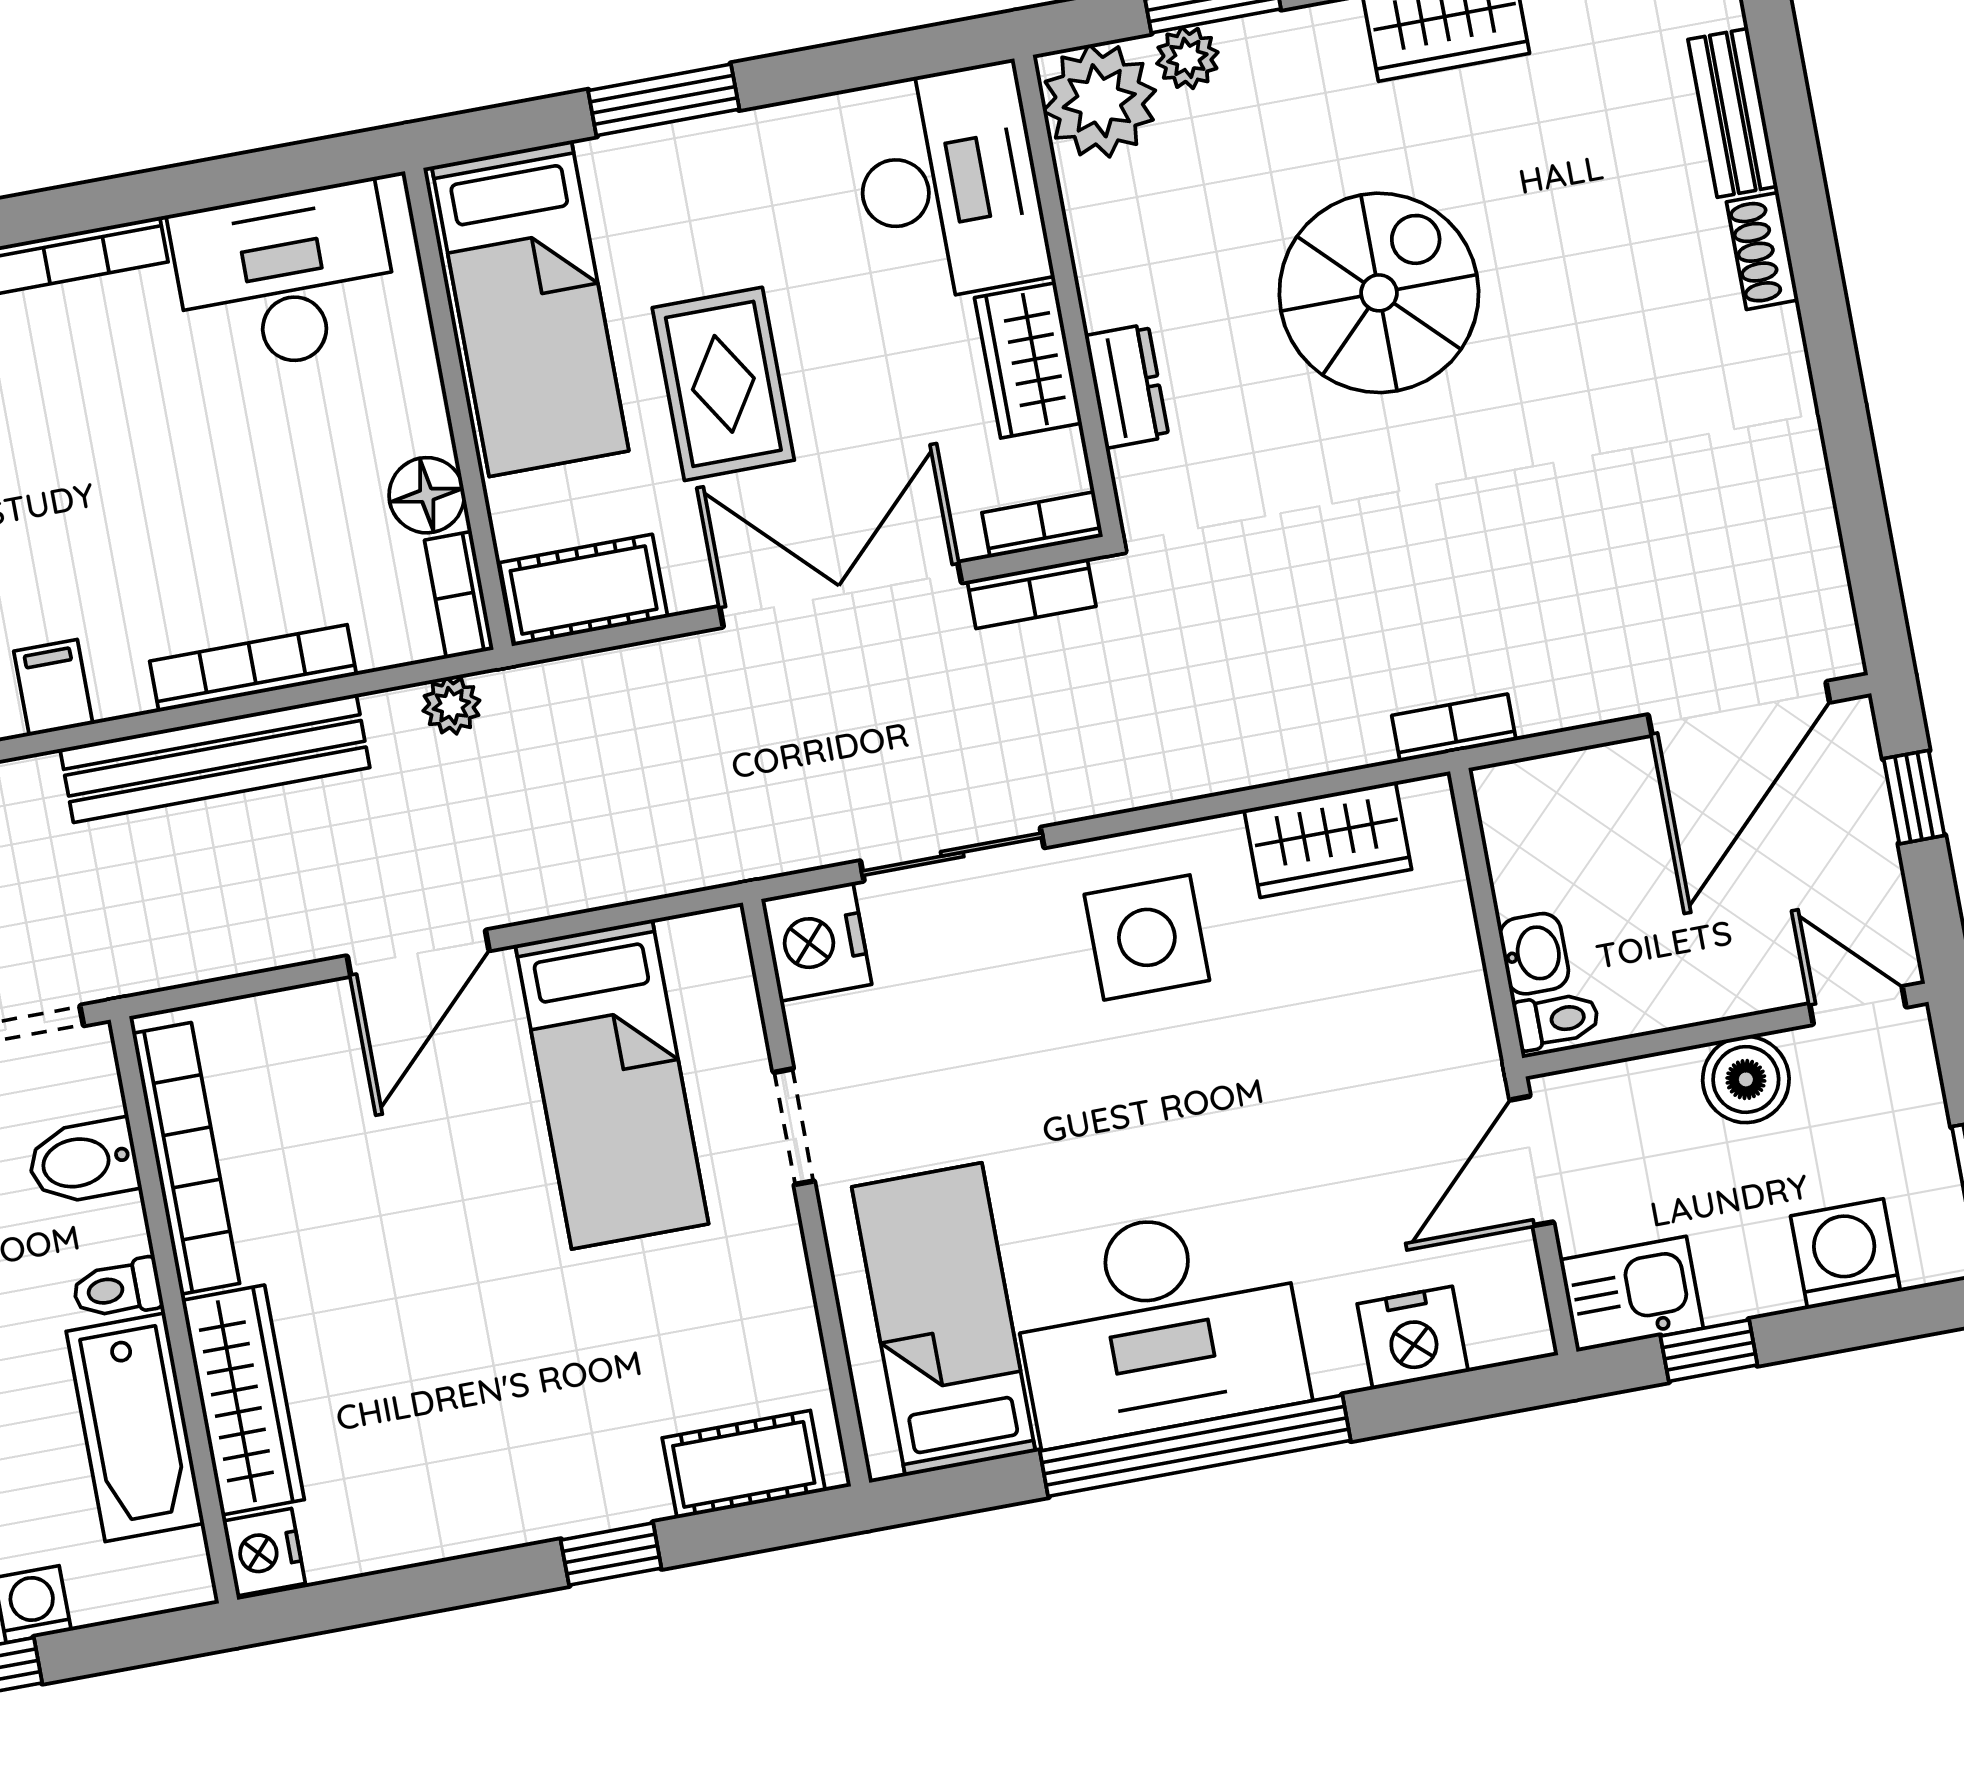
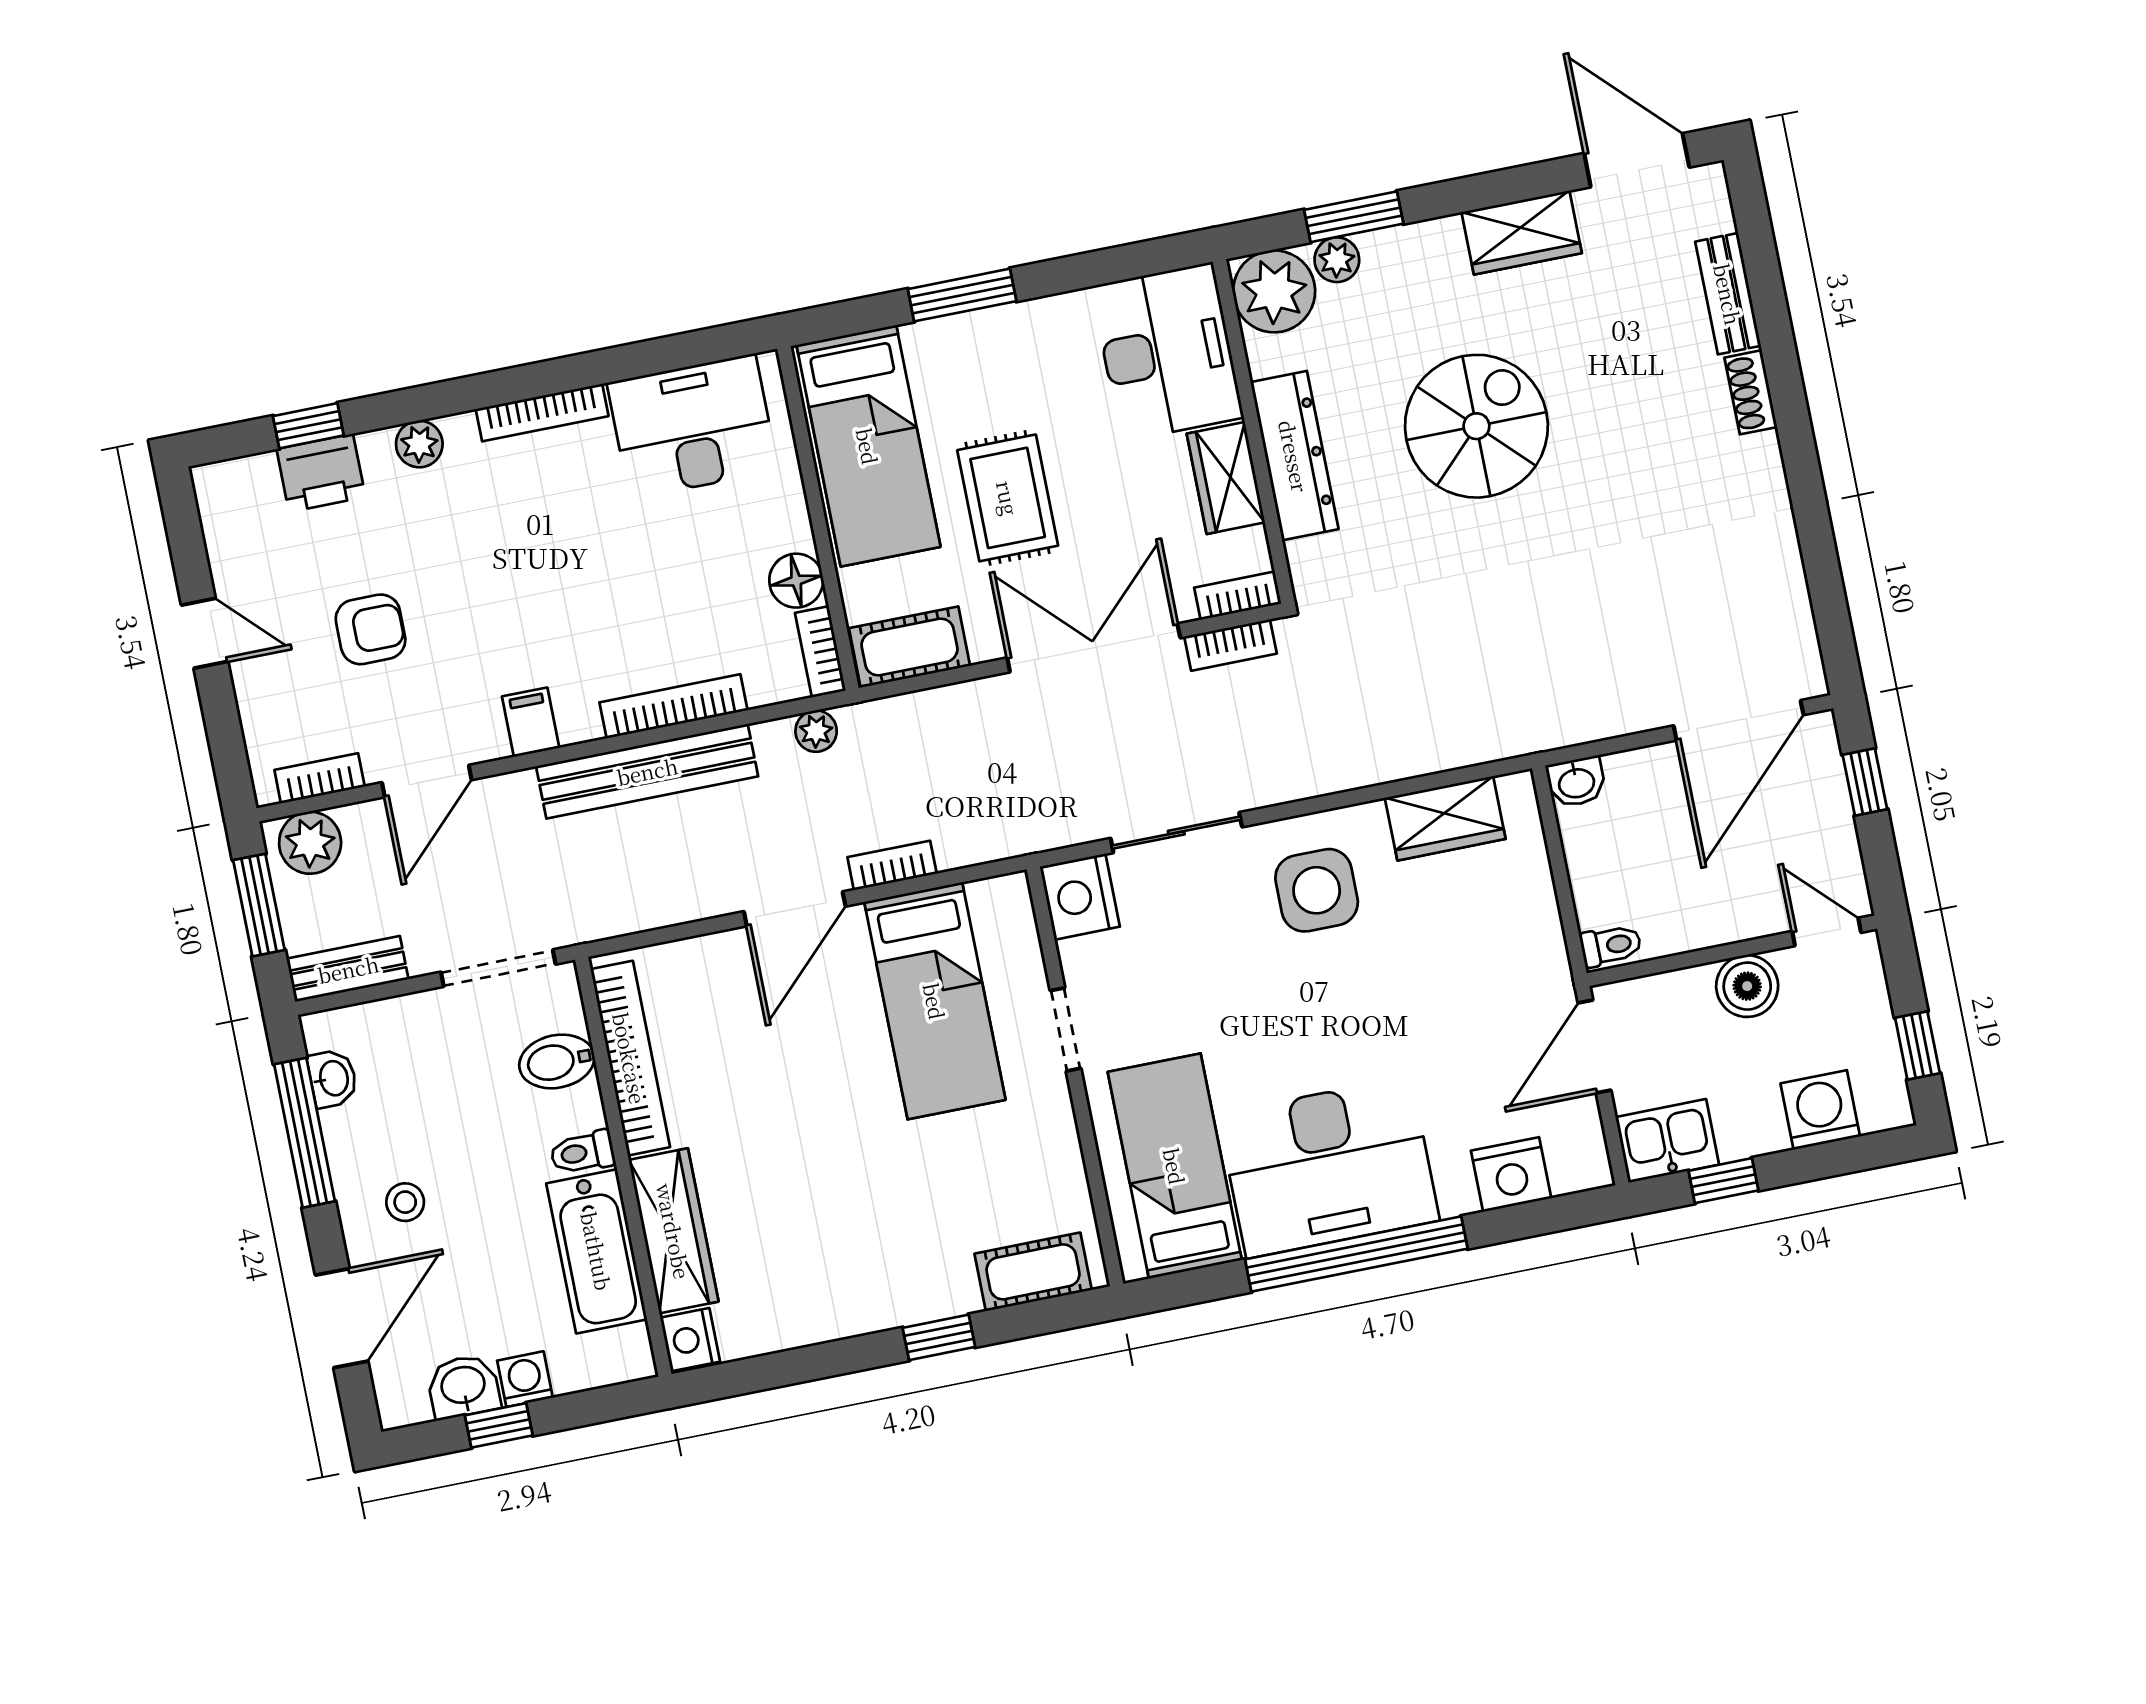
dresser: (1127, 386) -> (1294, 456), width x1.96, depth x1.24
bookcase: (1454, 728) -> (892, 865), moved
washbasin: (1534, 954) -> (1576, 782), moved, turned 90

